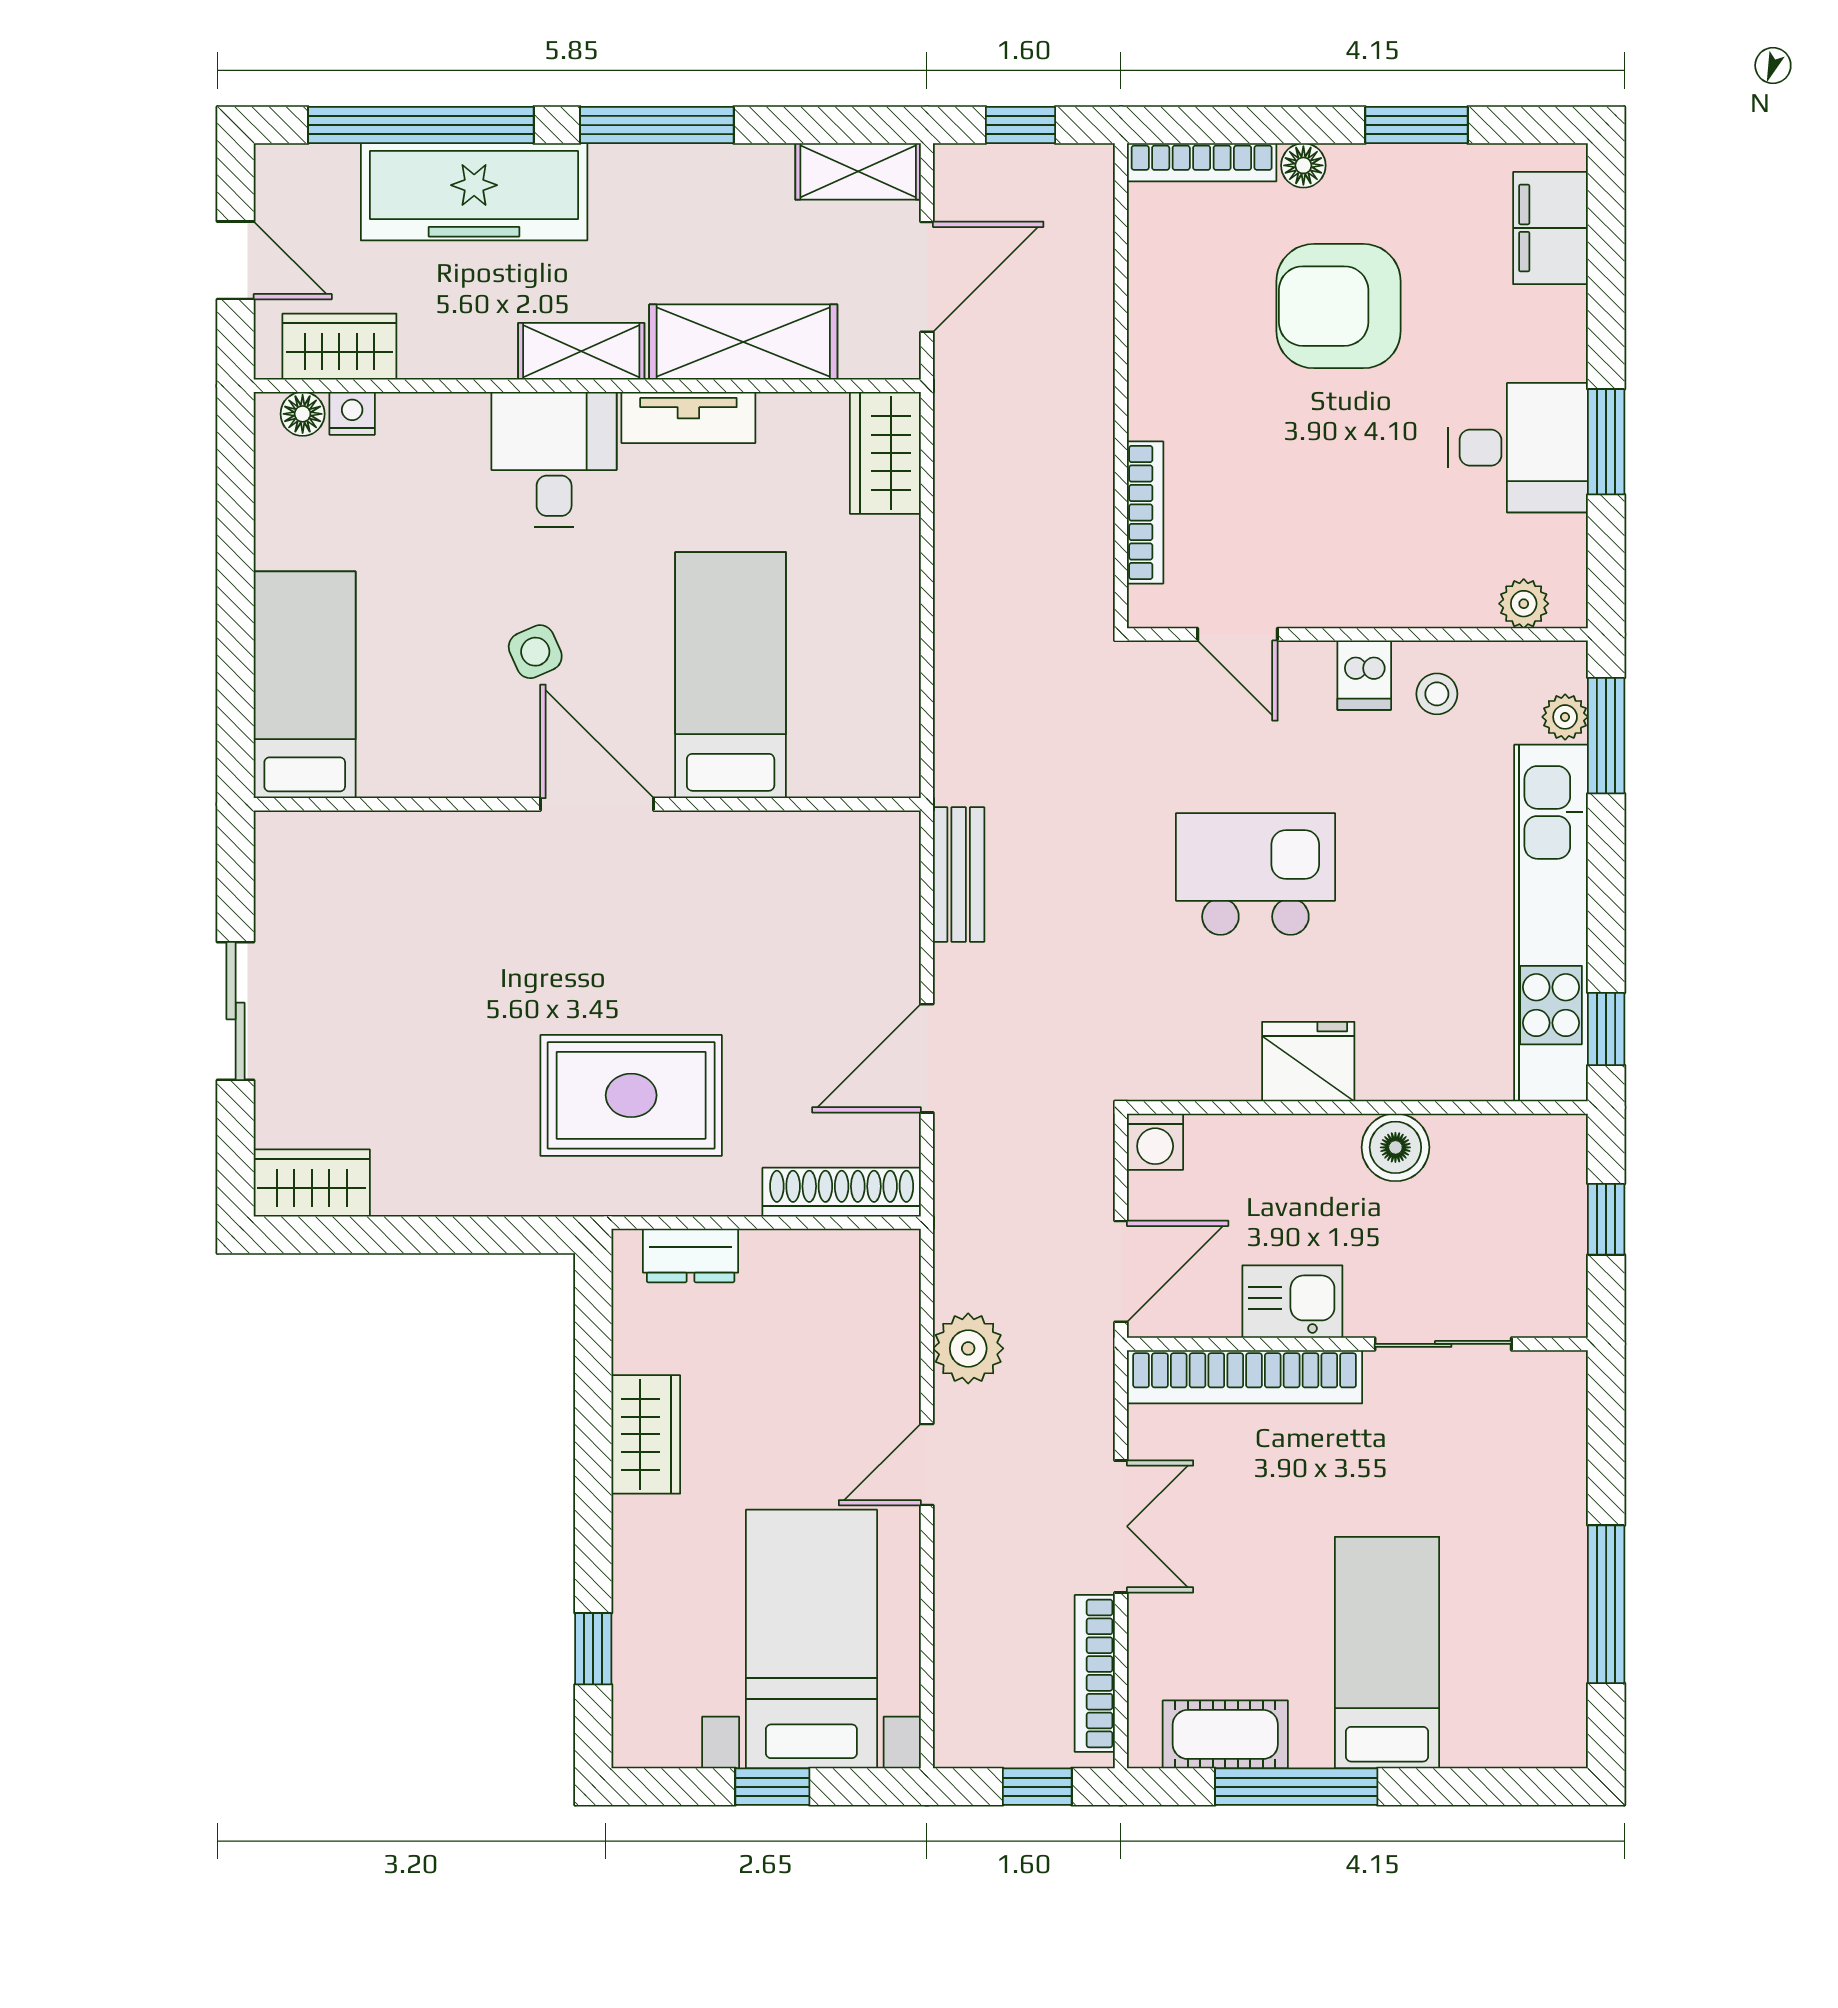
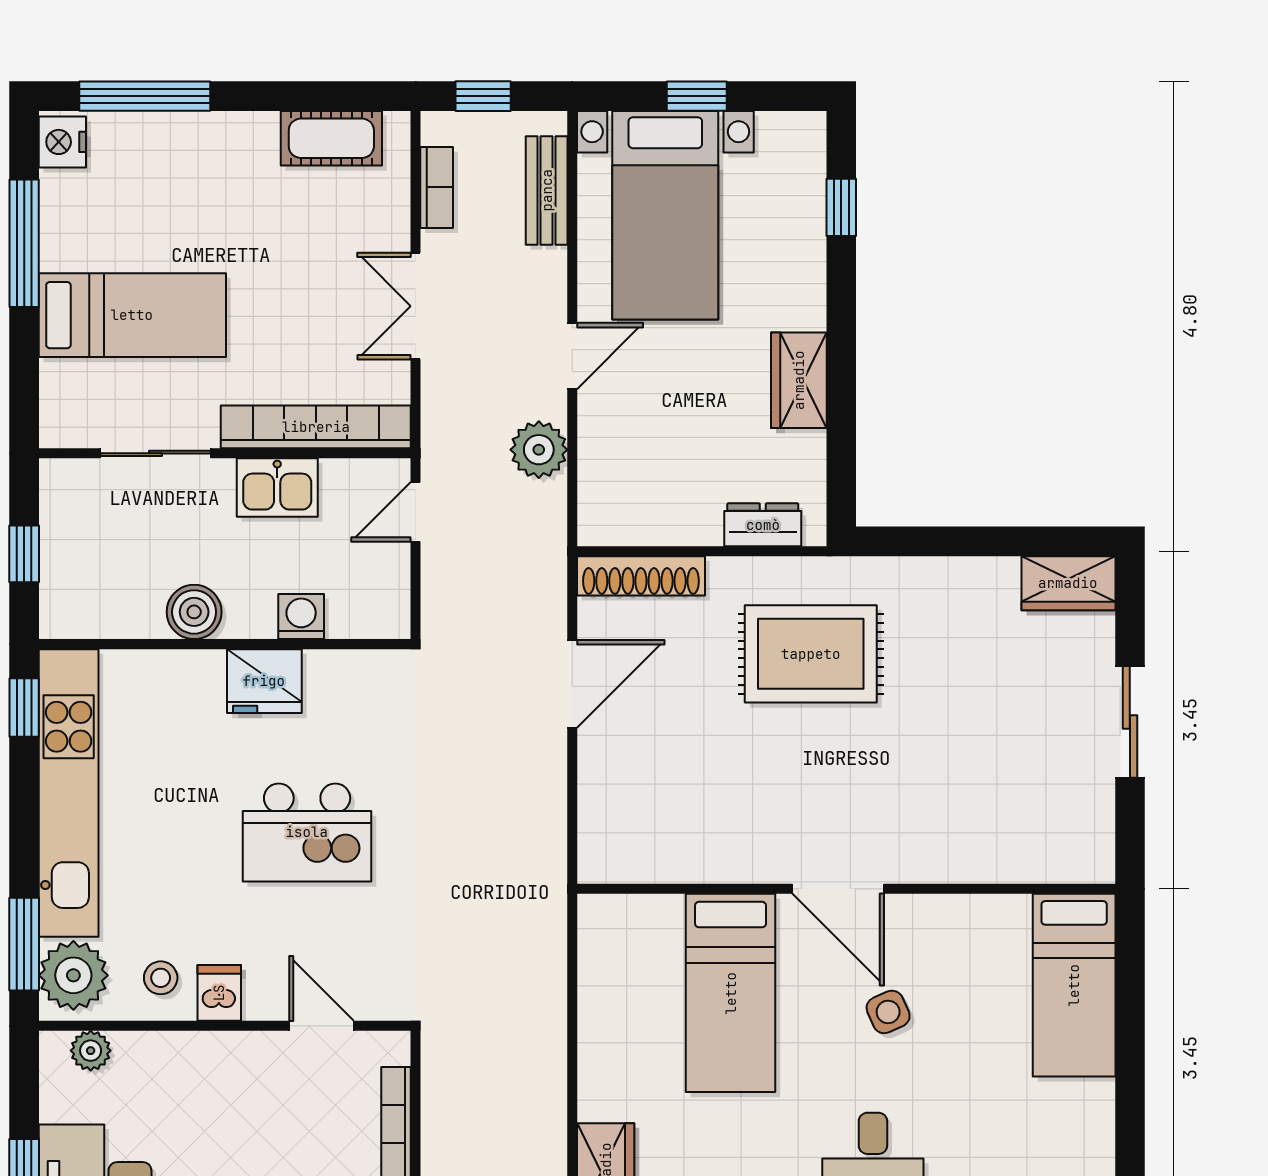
plant: (1565, 717) -> (73, 975), width x1.87, depth x1.87
bench: (959, 874) -> (547, 190), moved
washing machine: (1155, 1142) -> (301, 617), moved
door: (1121, 1271) -> (416, 512), width x0.73
bed: (1387, 1653) -> (132, 315), moved, turned -90
bookcase: (1095, 1673) -> (437, 187), width x0.64
nightstand: (1559, 1730) -> (62, 142), added
window: (1296, 1787) -> (145, 96), moved

